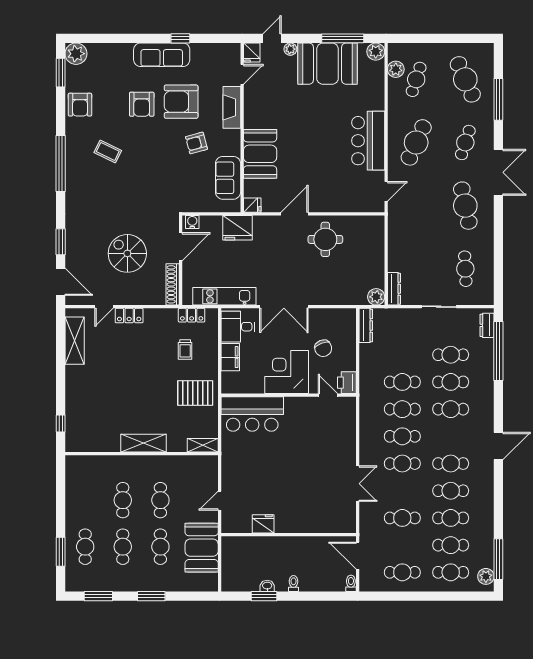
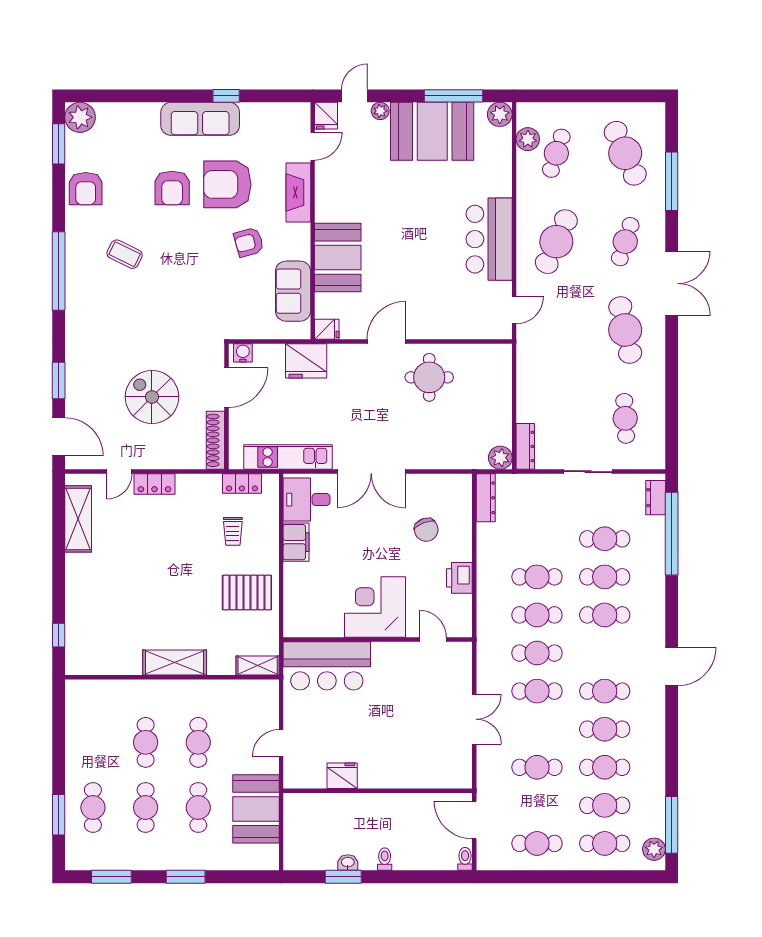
corner desk: (287, 372) -> (375, 607), moved
wall: (289, 395) -> (378, 640), moved
door: (328, 395) -> (433, 640), moved
bar counter: (252, 414) -> (327, 666), moved

